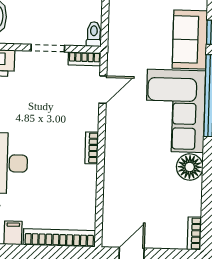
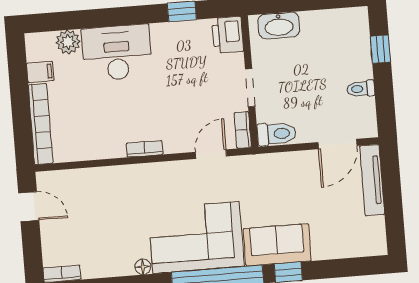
toilet: (94, 34) -> (276, 134), width x1.37, depth x1.39
door: (103, 90) -> (211, 154), swing flipped
floor lamp: (190, 167) -> (143, 267), width x0.53, depth x0.53

